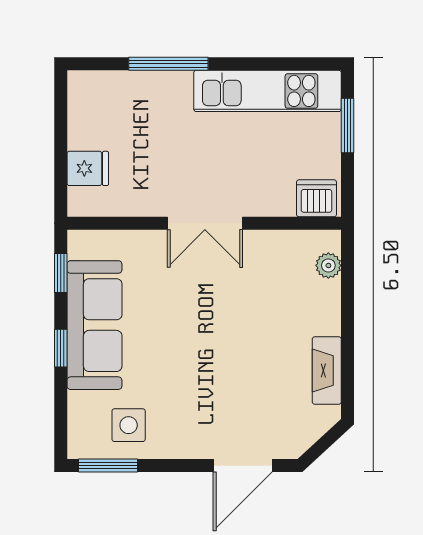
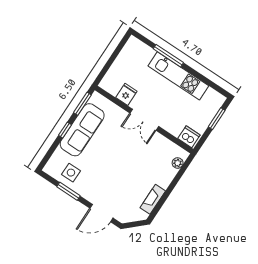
kitchen unit: (268, 91) -> (178, 76), moved
fridge: (88, 168) -> (126, 94), moved, turned -90
window: (61, 273) -> (82, 104), width x1.50
window: (108, 466) -> (68, 191), moved

